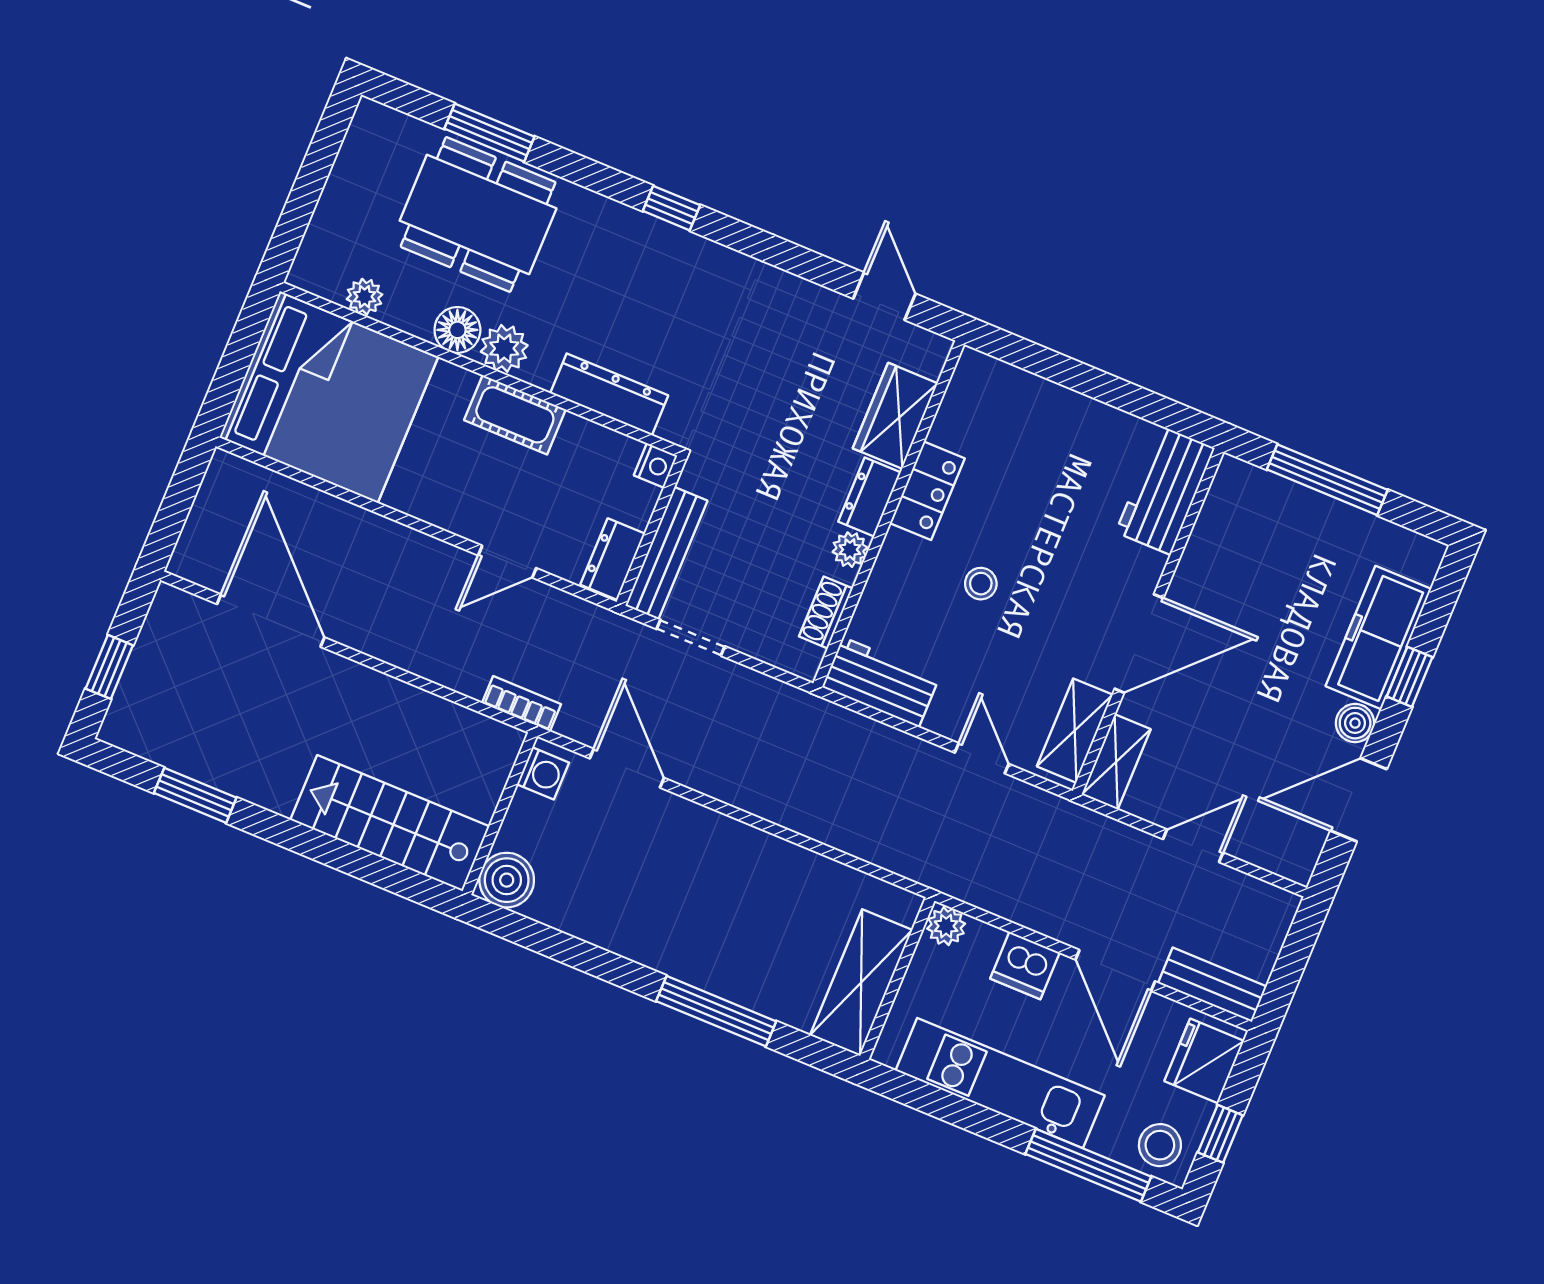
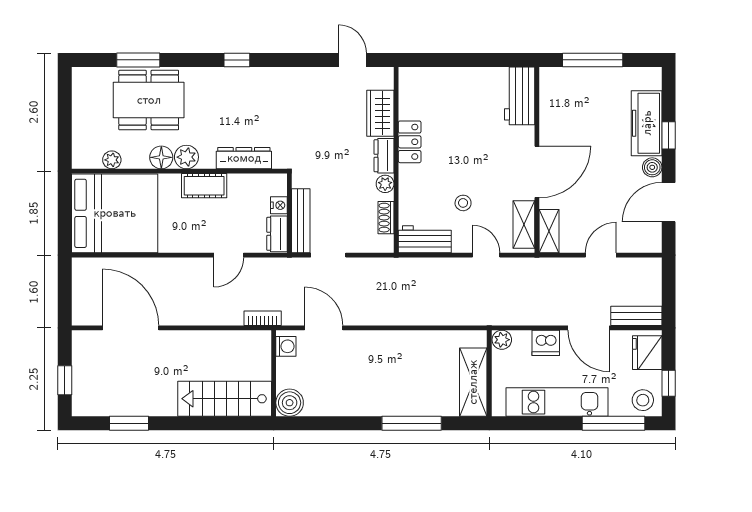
nightstand: (656, 465) -> (279, 205), moved
stool: (981, 584) -> (463, 203), moved

